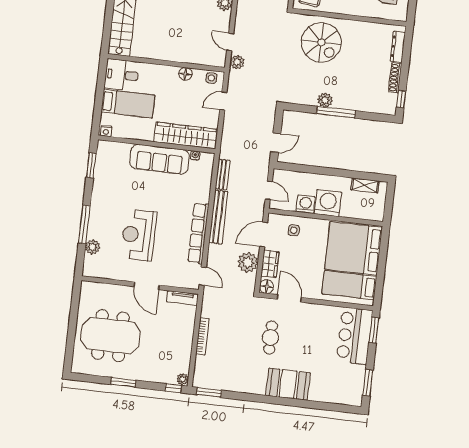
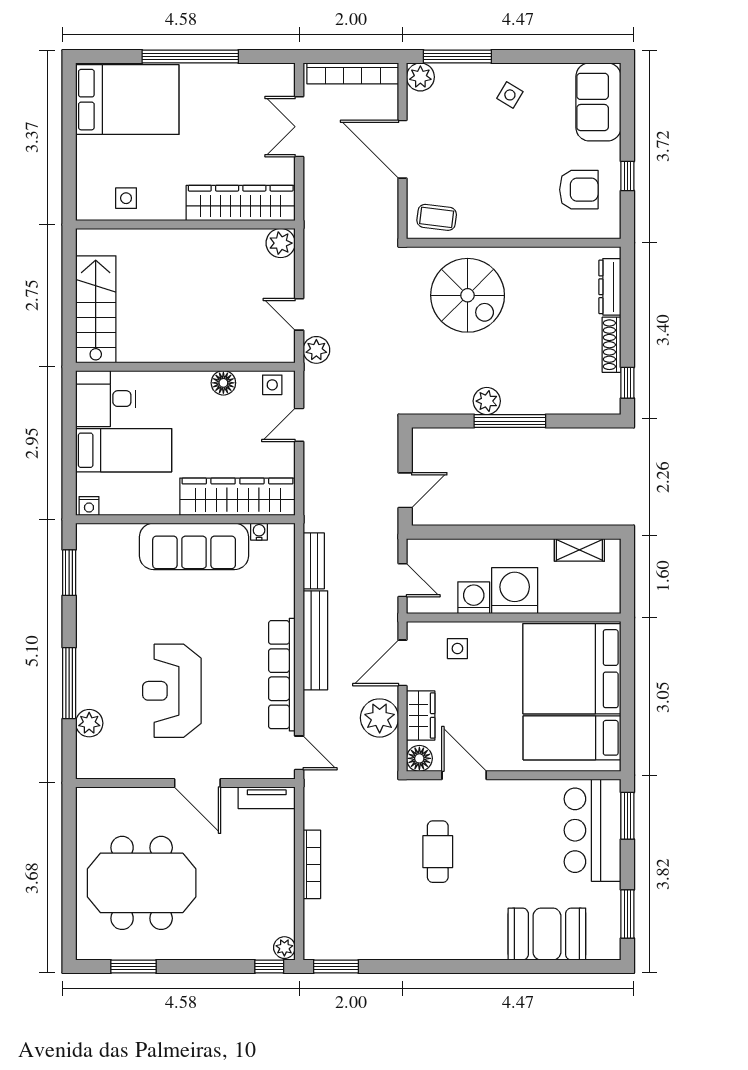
window: (123, 382) -> (133, 966), moved
booth: (288, 384) -> (547, 934), moved

